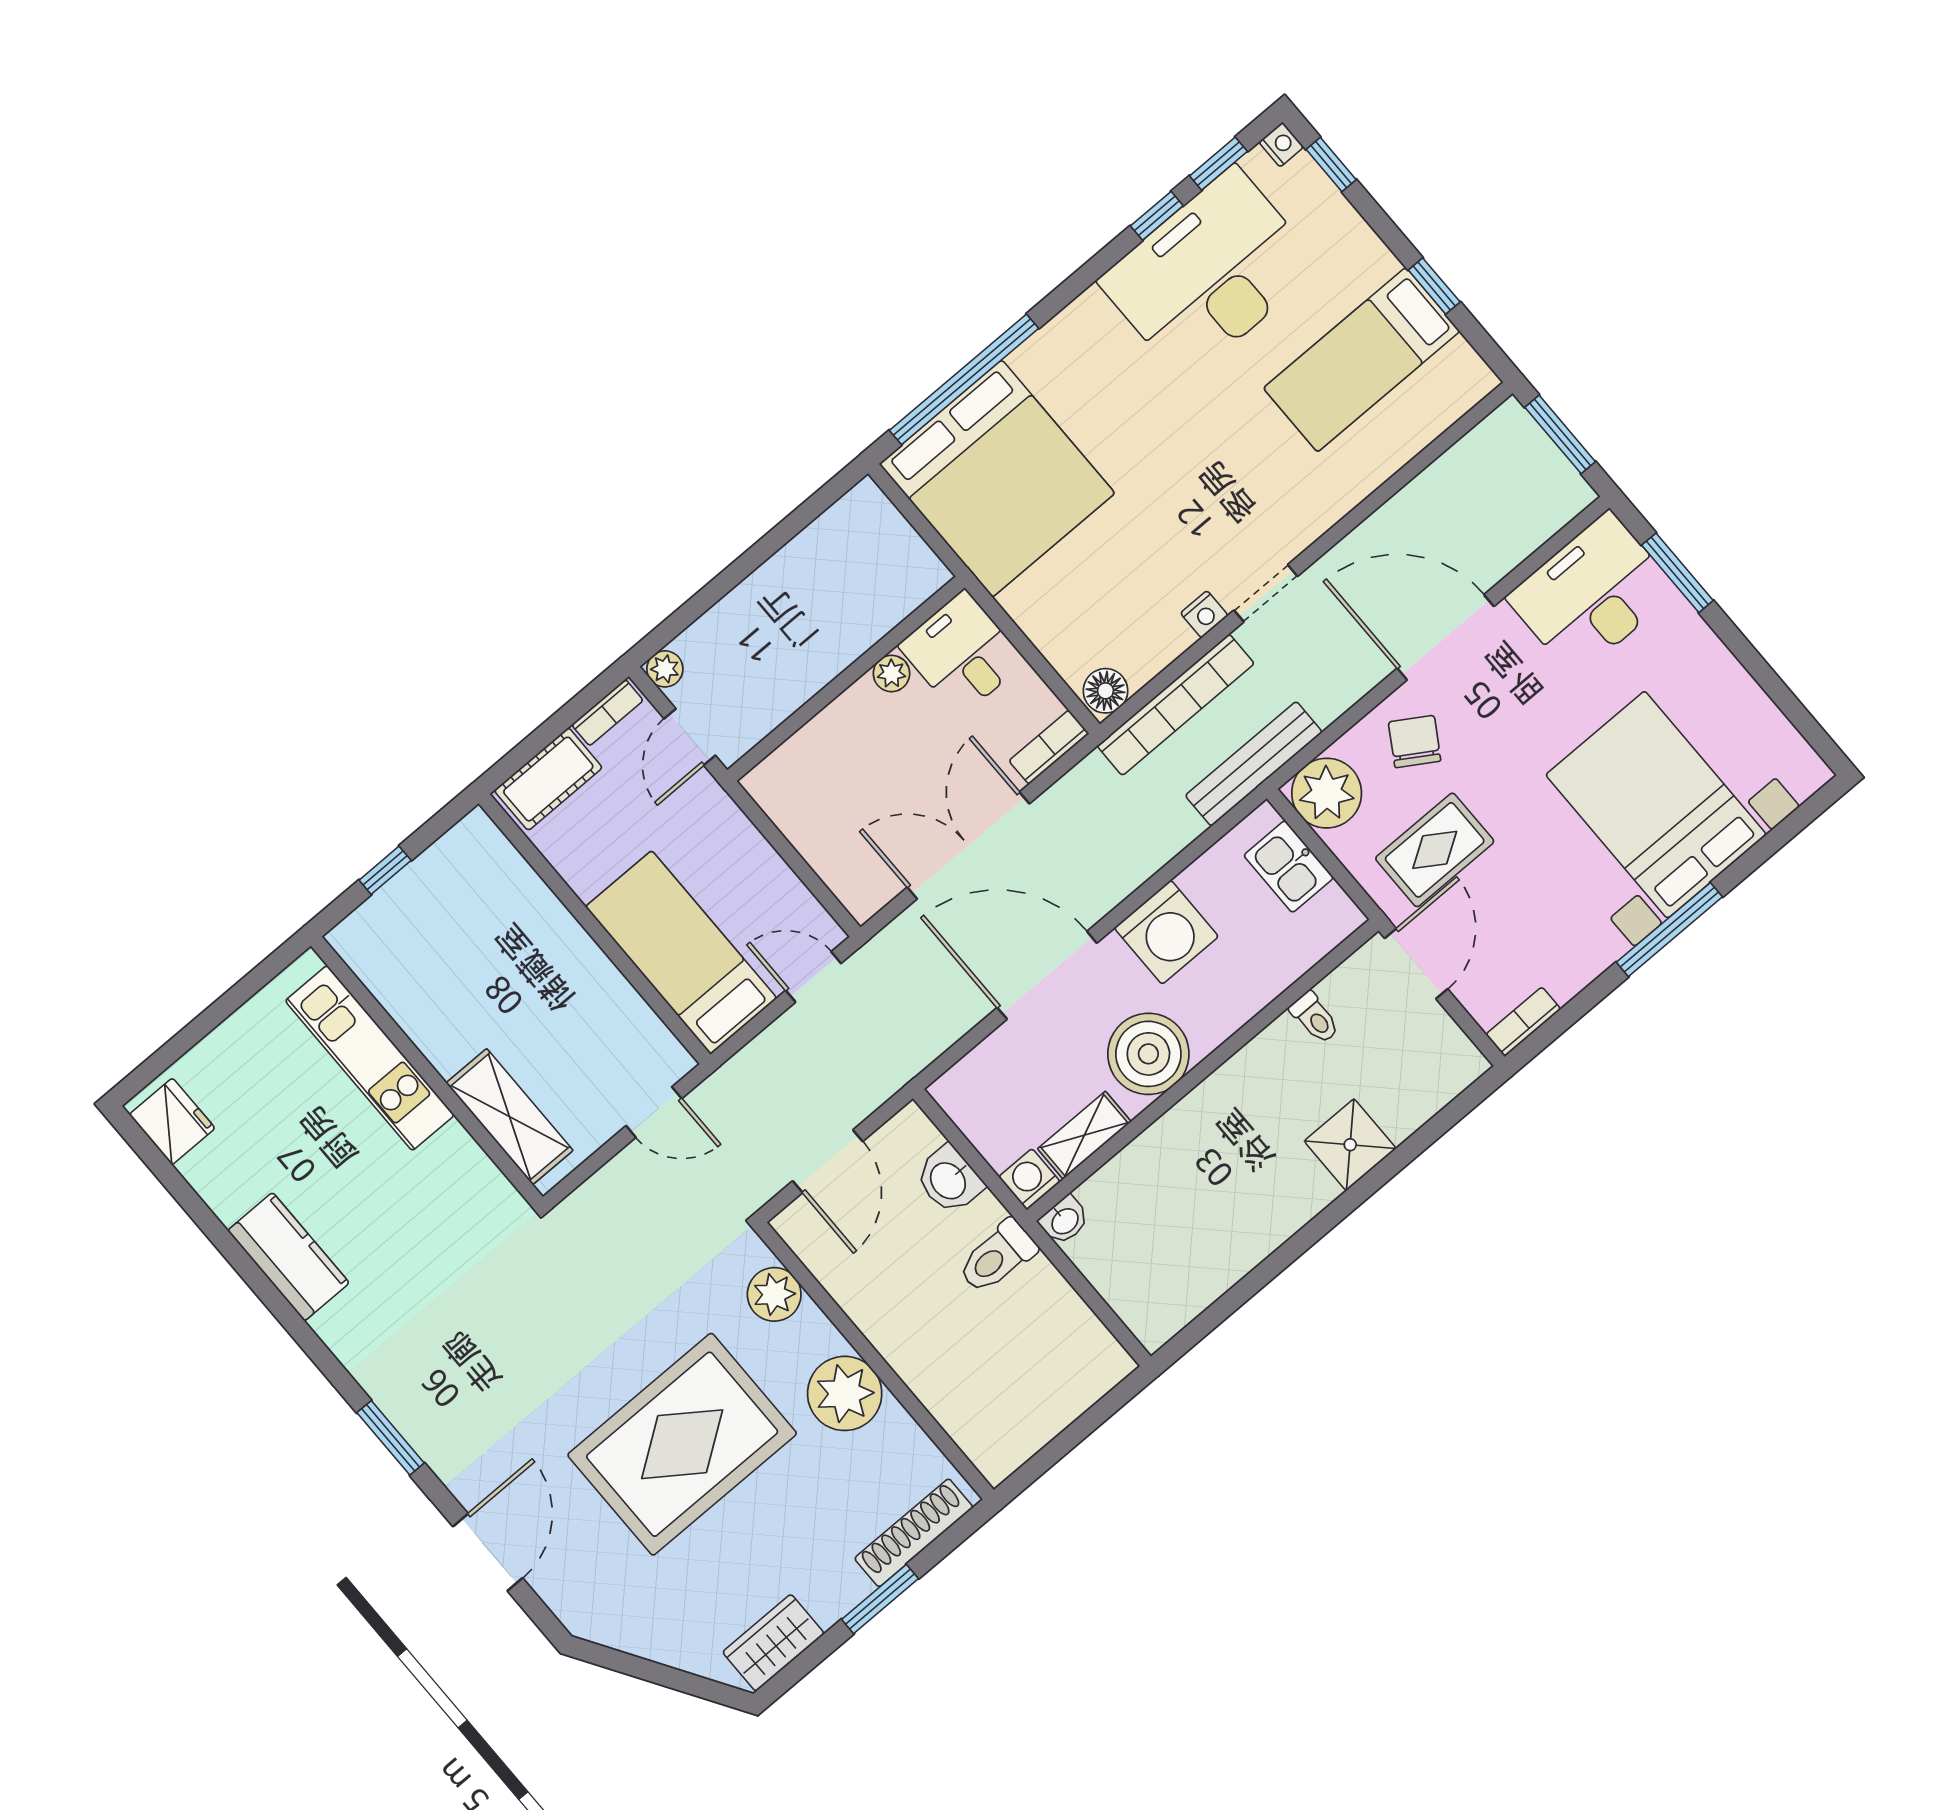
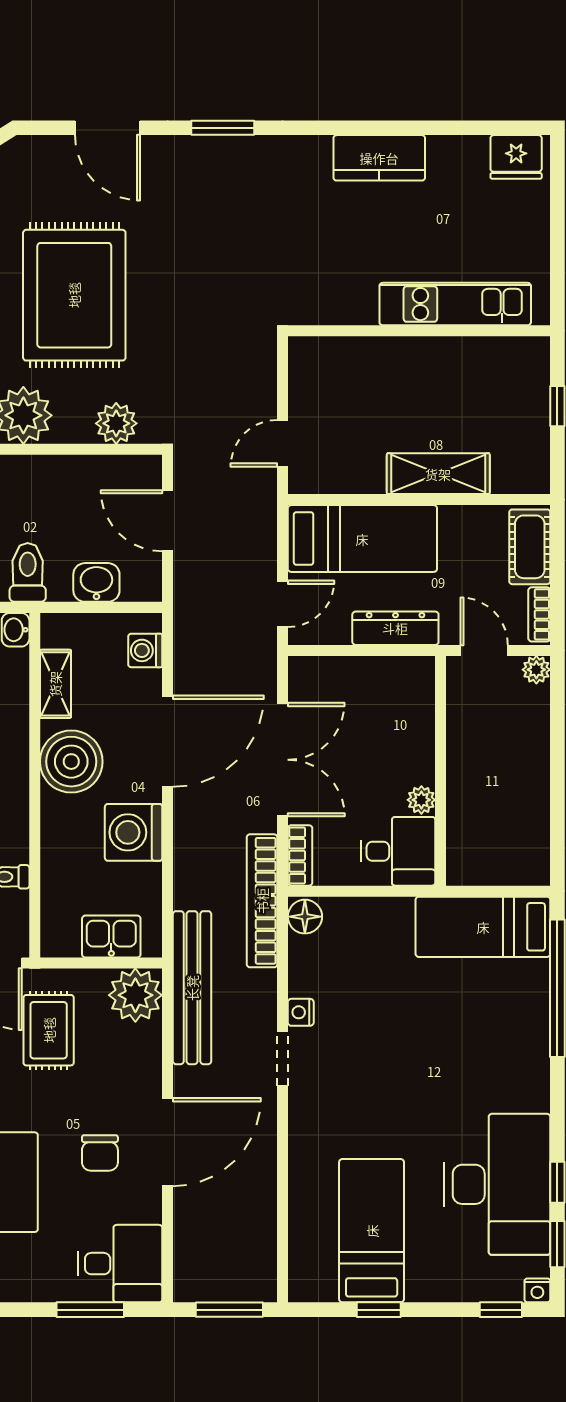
bed: (997, 479) -> (483, 927), width x0.49
desk: (1592, 594) -> (120, 1264), width x0.73
bookcase: (1176, 705) -> (262, 901), moved
chair: (1415, 741) -> (100, 1153), moved, turned 58
bench: (1254, 764) -> (192, 988), width x1.37, depth x1.21
dresser: (742, 844) -> (395, 628), added
shelving: (510, 1117) -> (438, 474), moved
washing machine: (1029, 1179) -> (145, 650), moved, turned 180

